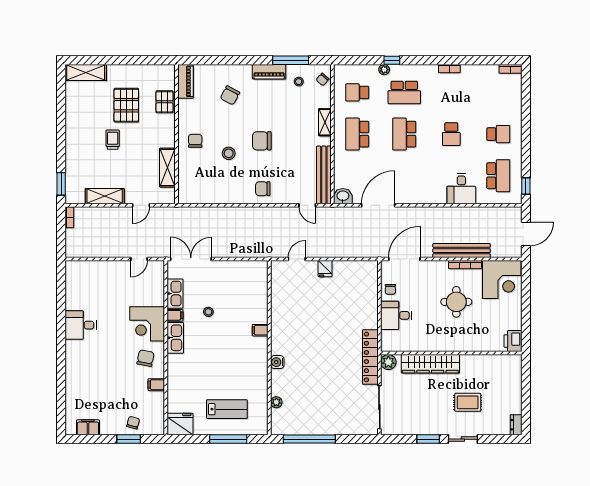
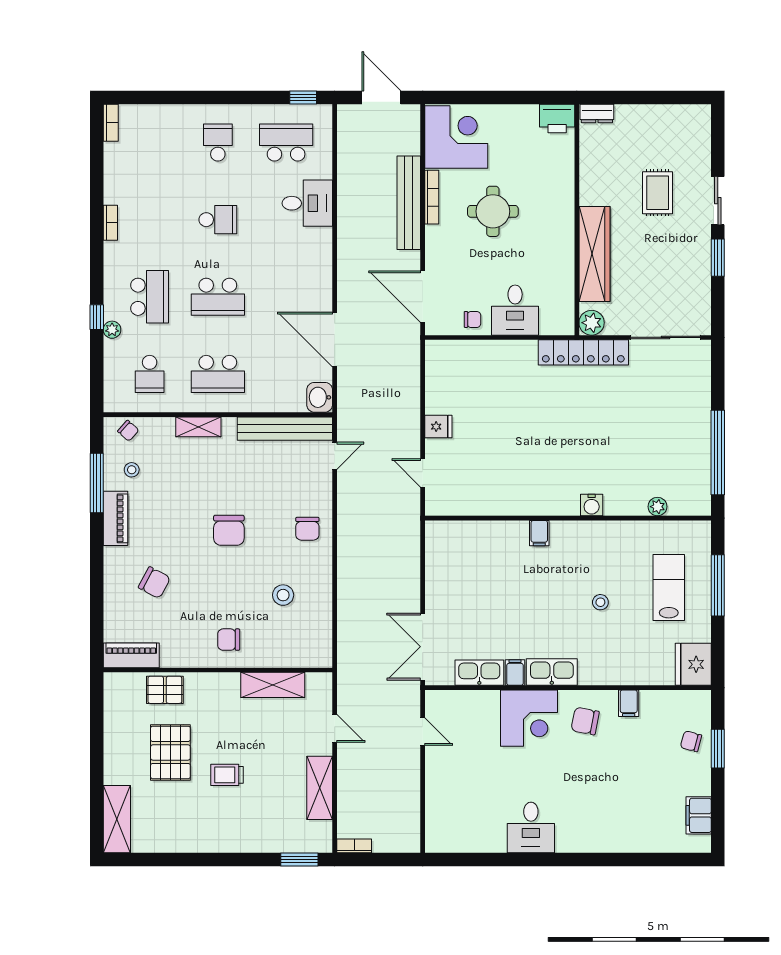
pallet: (126, 105) -> (170, 752), turned 90
stool: (229, 153) -> (283, 595), moved
stool: (208, 312) -> (600, 602), moved
dresser: (516, 425) -> (597, 113), moved

